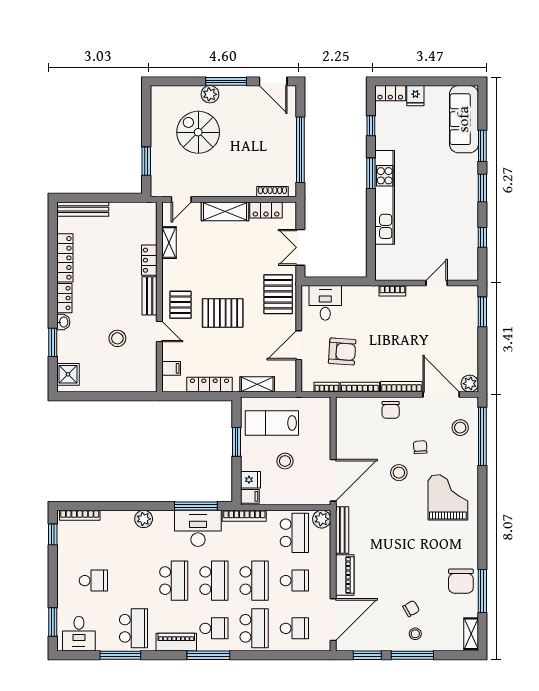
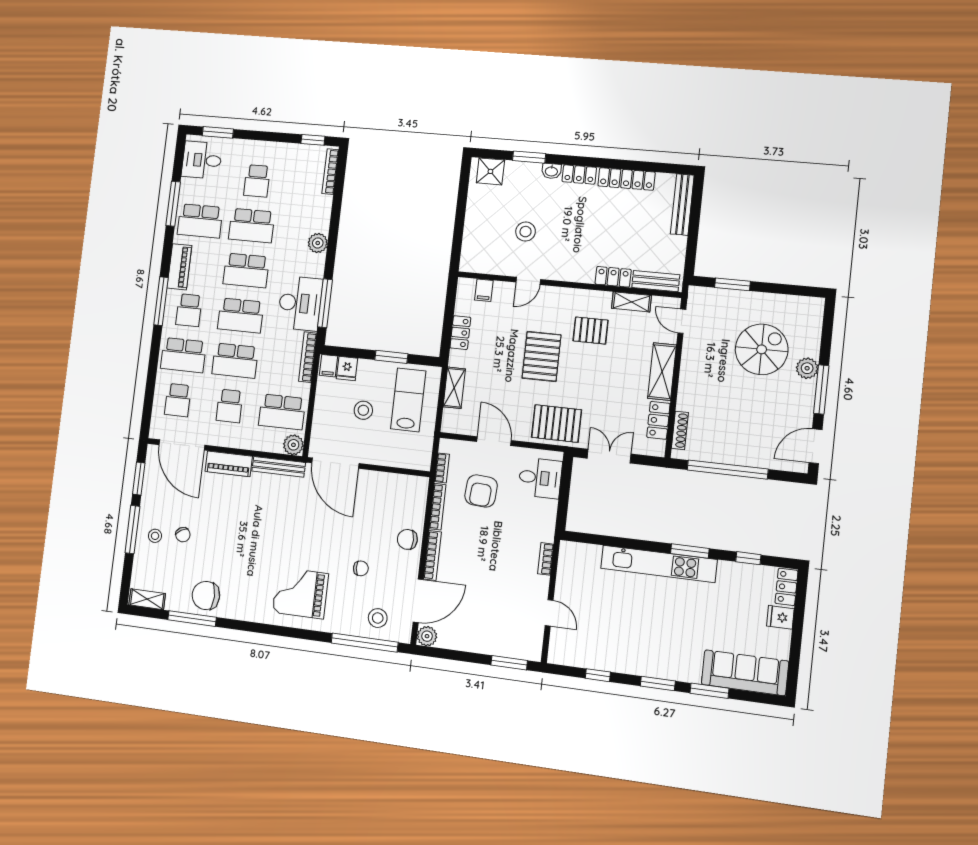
bench: (150, 296) -> (656, 281), moved
pallet: (180, 305) -> (591, 331), moved
locker: (209, 385) -> (460, 333), width x0.66
stool: (399, 473) -> (335, 540), removed
grand piano: (448, 497) -> (300, 593), turned 180
school desk: (134, 581) -> (252, 226), added

